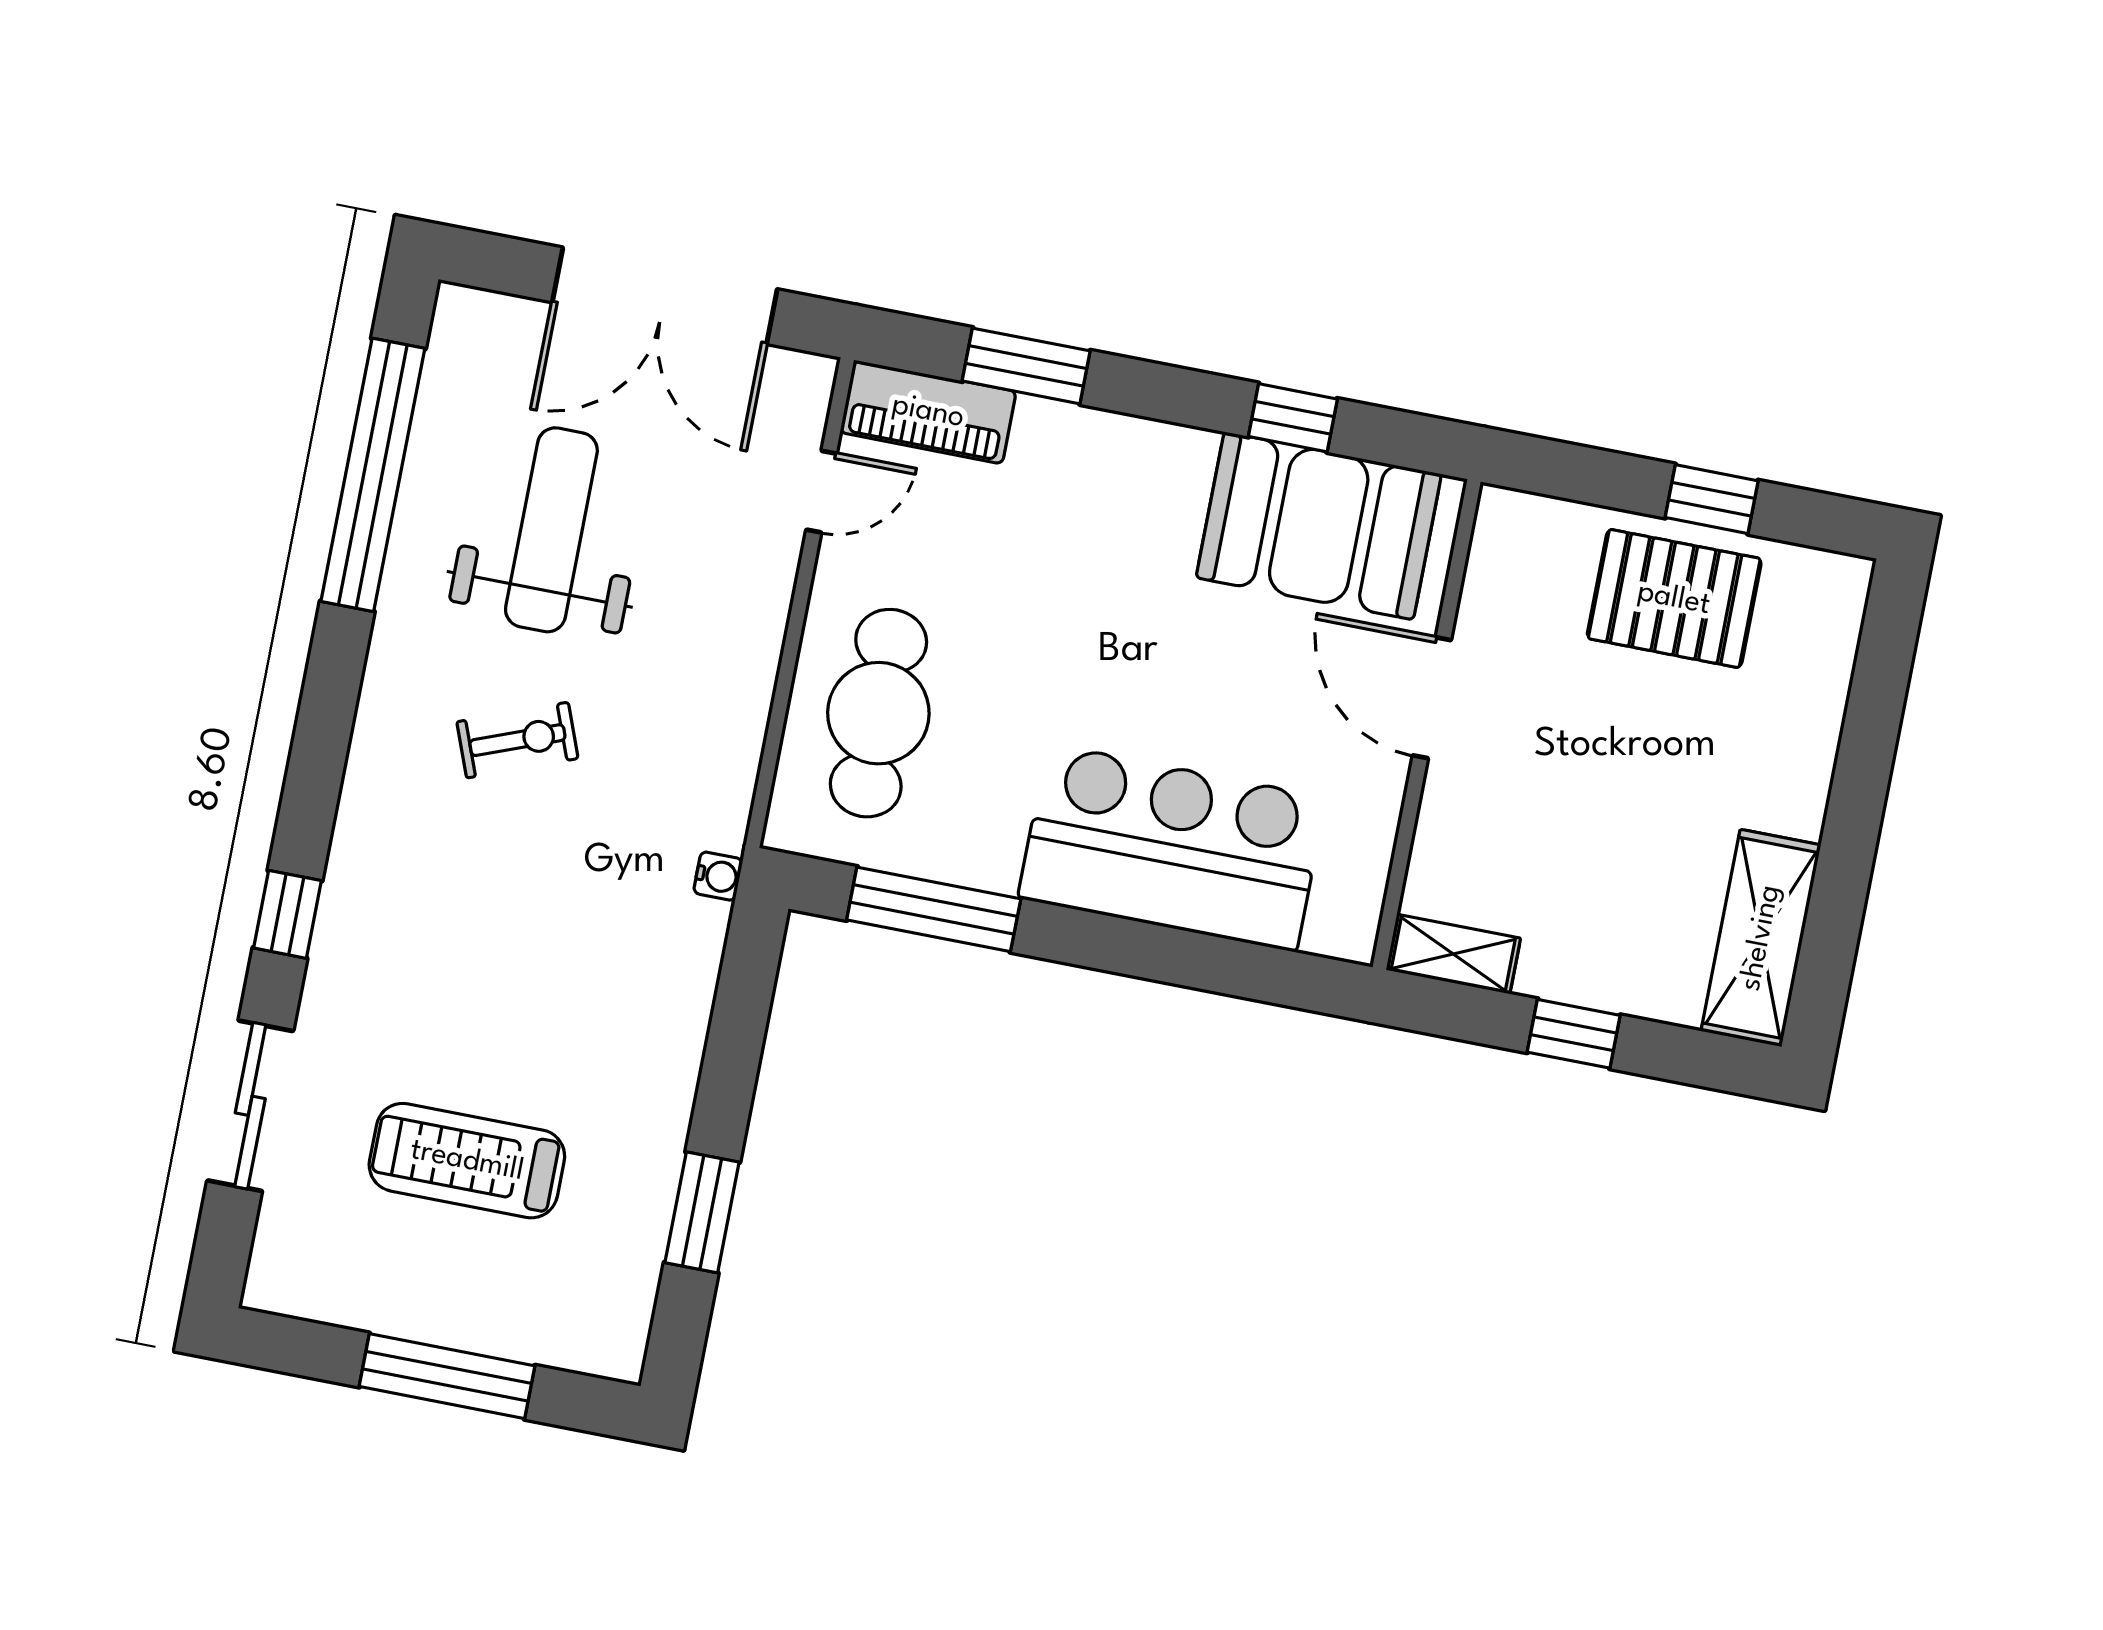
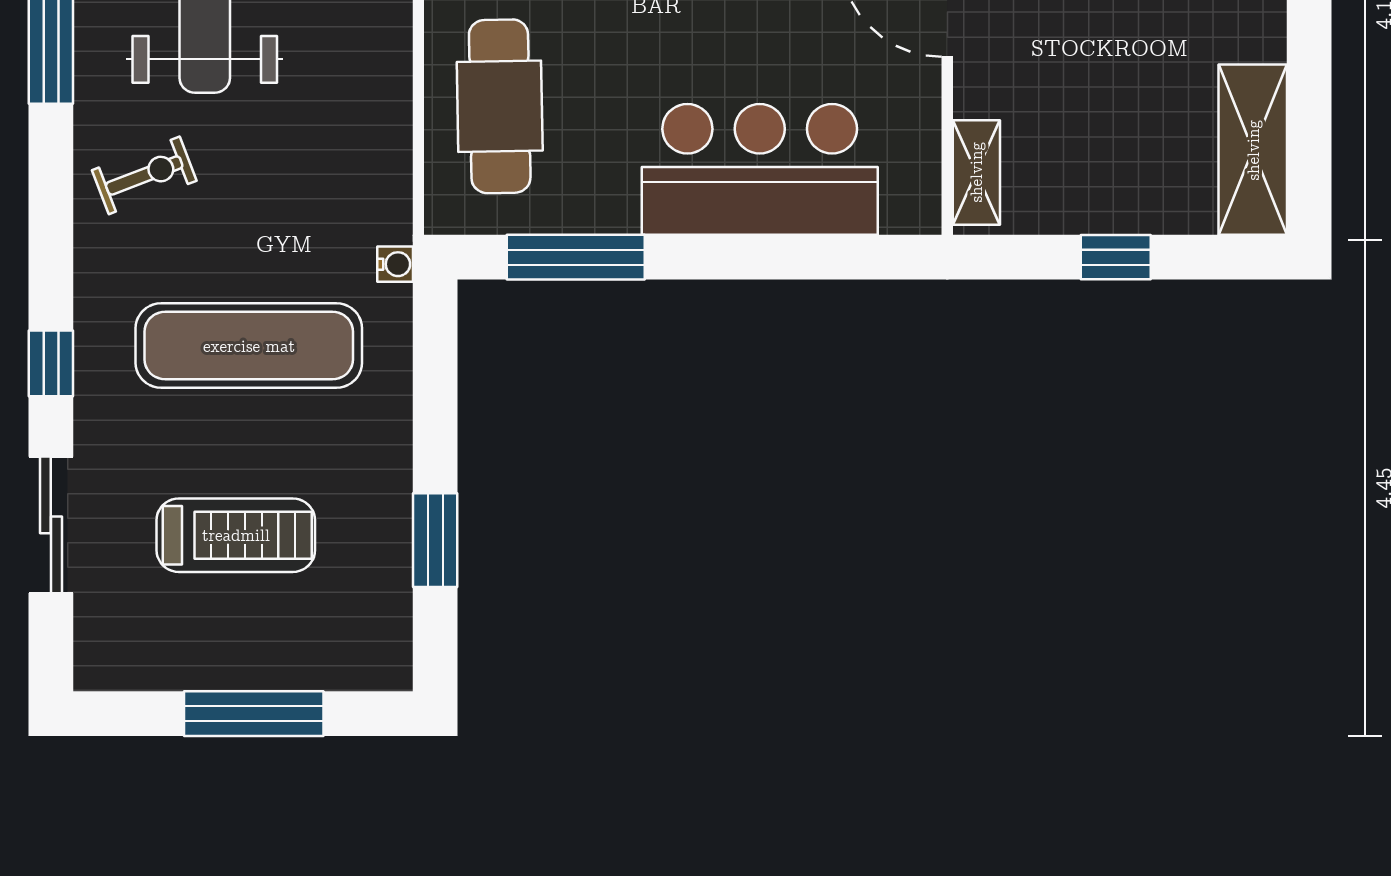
exercise bike: (517, 740) -> (144, 175), moved
exercise mat: (526, 939) -> (249, 346), added
shelving: (1453, 954) -> (976, 172), moved, turned 90
treadmill: (467, 1161) -> (236, 535), turned 180

